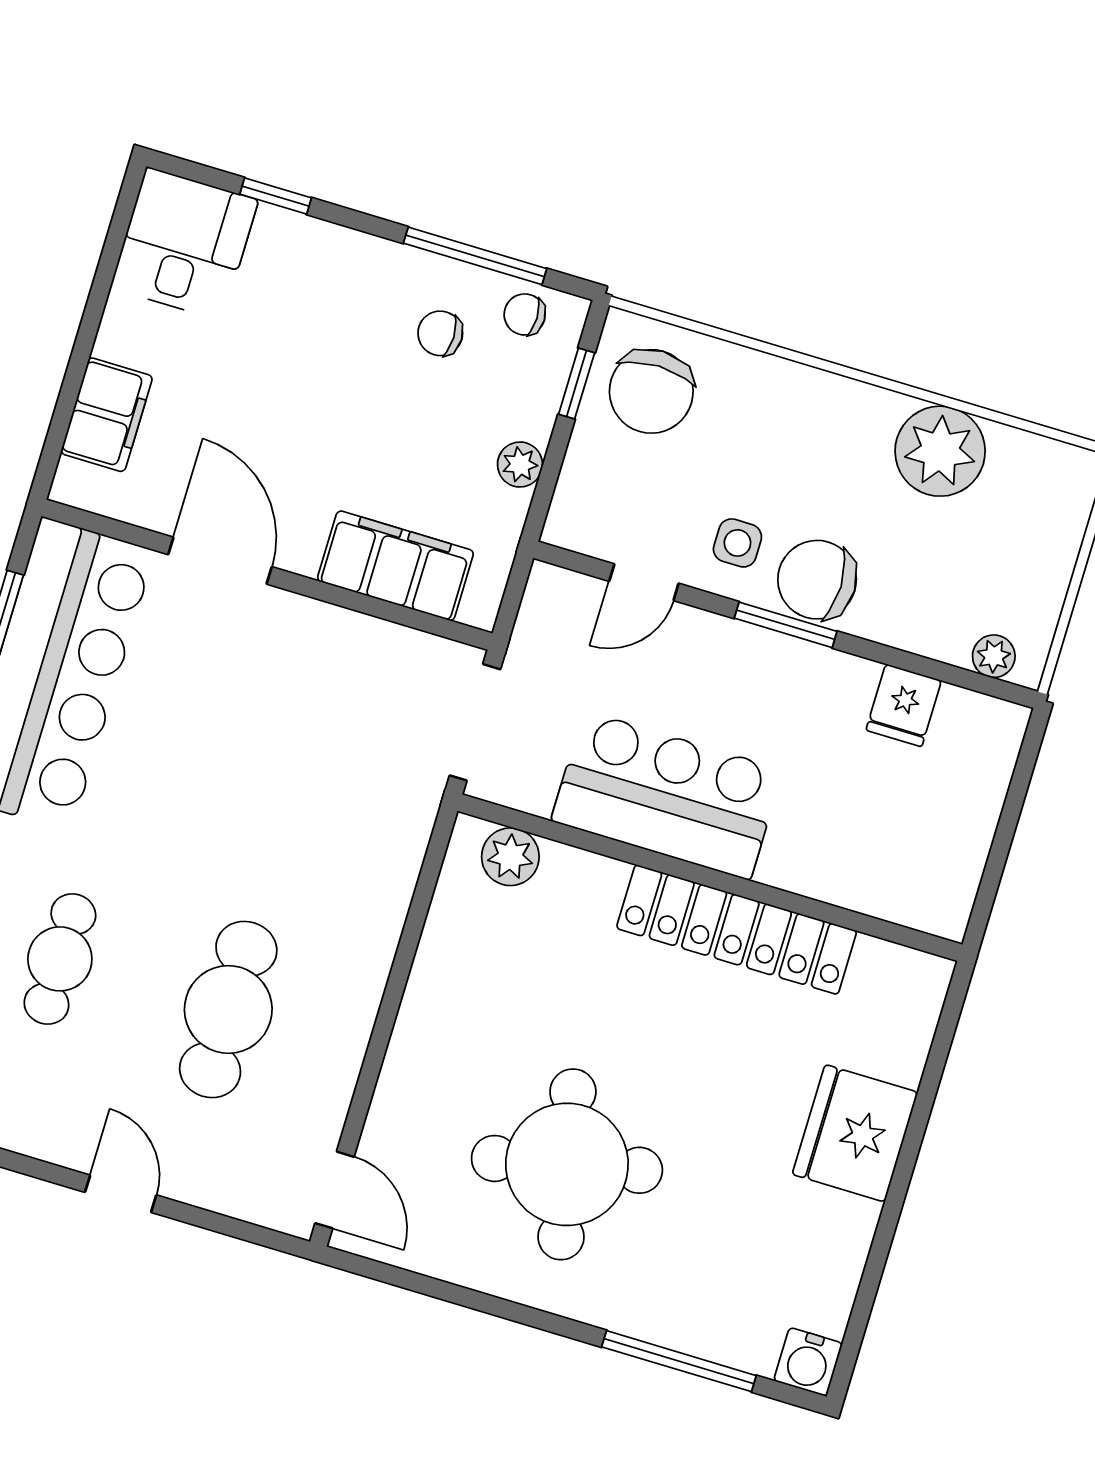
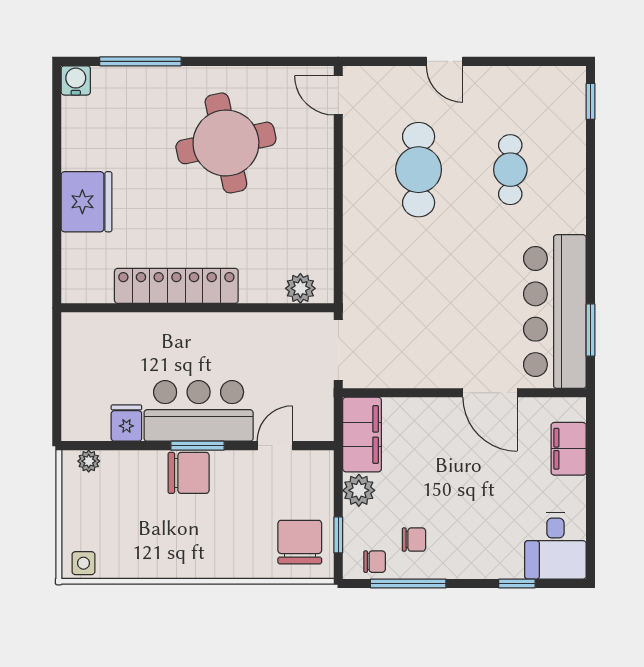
plant: (940, 451) -> (146, 556), removed
plant: (520, 465) -> (359, 490), width x1.38, depth x1.38
side table: (737, 543) -> (83, 563), moved
filing cabinet: (395, 566) -> (362, 435), moved, turned -90
bar counter: (667, 795) -> (199, 411), moved, turned 180

